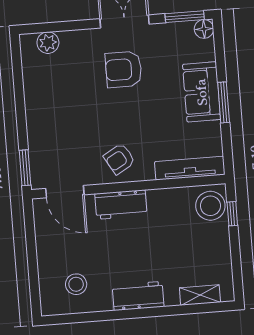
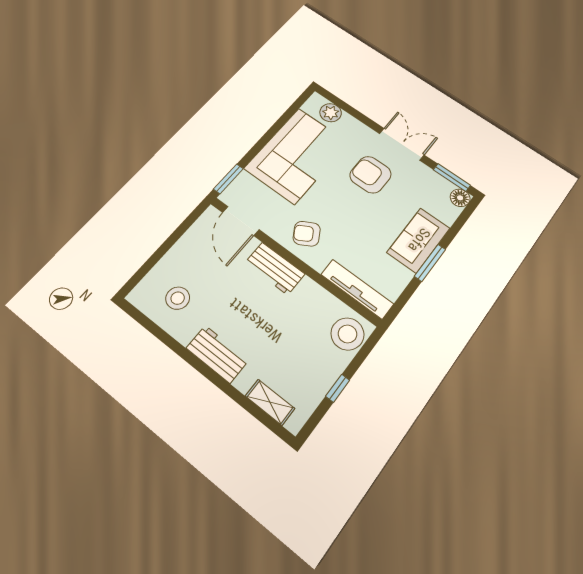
corner sofa: (56, 103) -> (297, 155), added
window: (232, 214) -> (338, 388), moved

